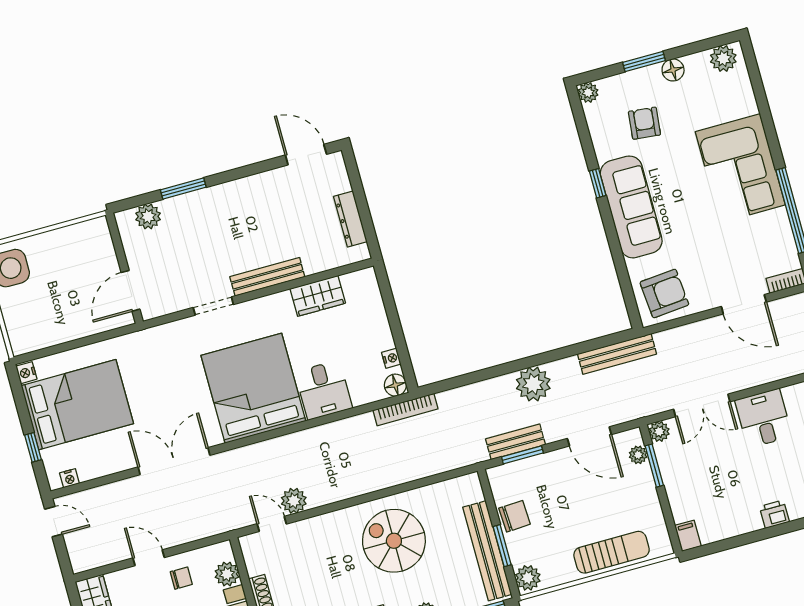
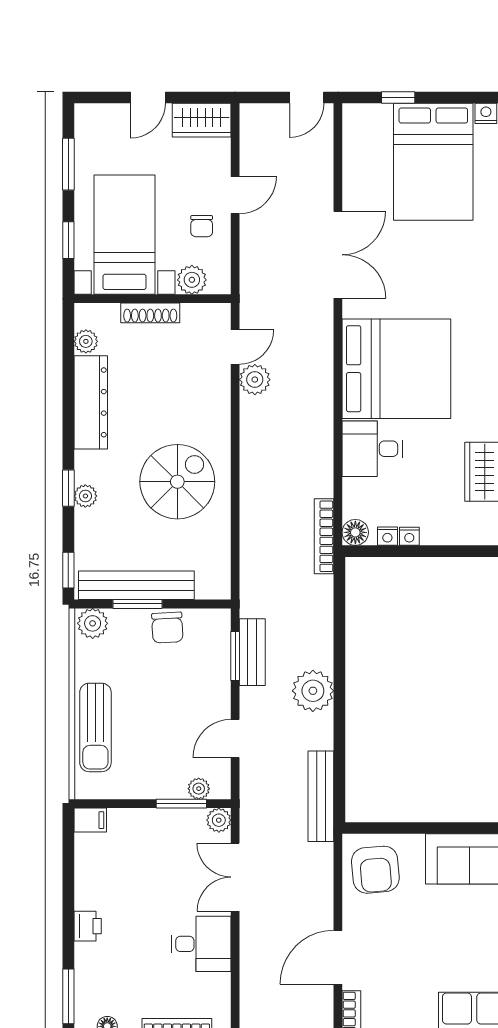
door: (589, 436) -> (235, 739), width x0.73
nightstand: (69, 478) -> (409, 536), moved, turned -90

